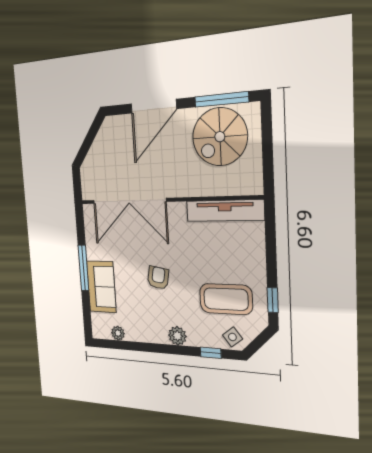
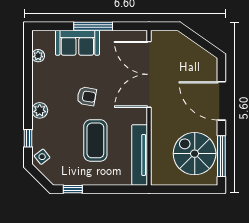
coffee table: (226, 299) -> (95, 140), moved

